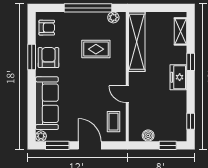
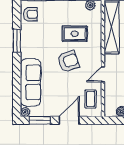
armchair: (49, 58) -> (68, 61), moved, turned 71
door: (127, 94) -> (103, 74), hinge flipped
door: (90, 145) -> (69, 120), hinge flipped

